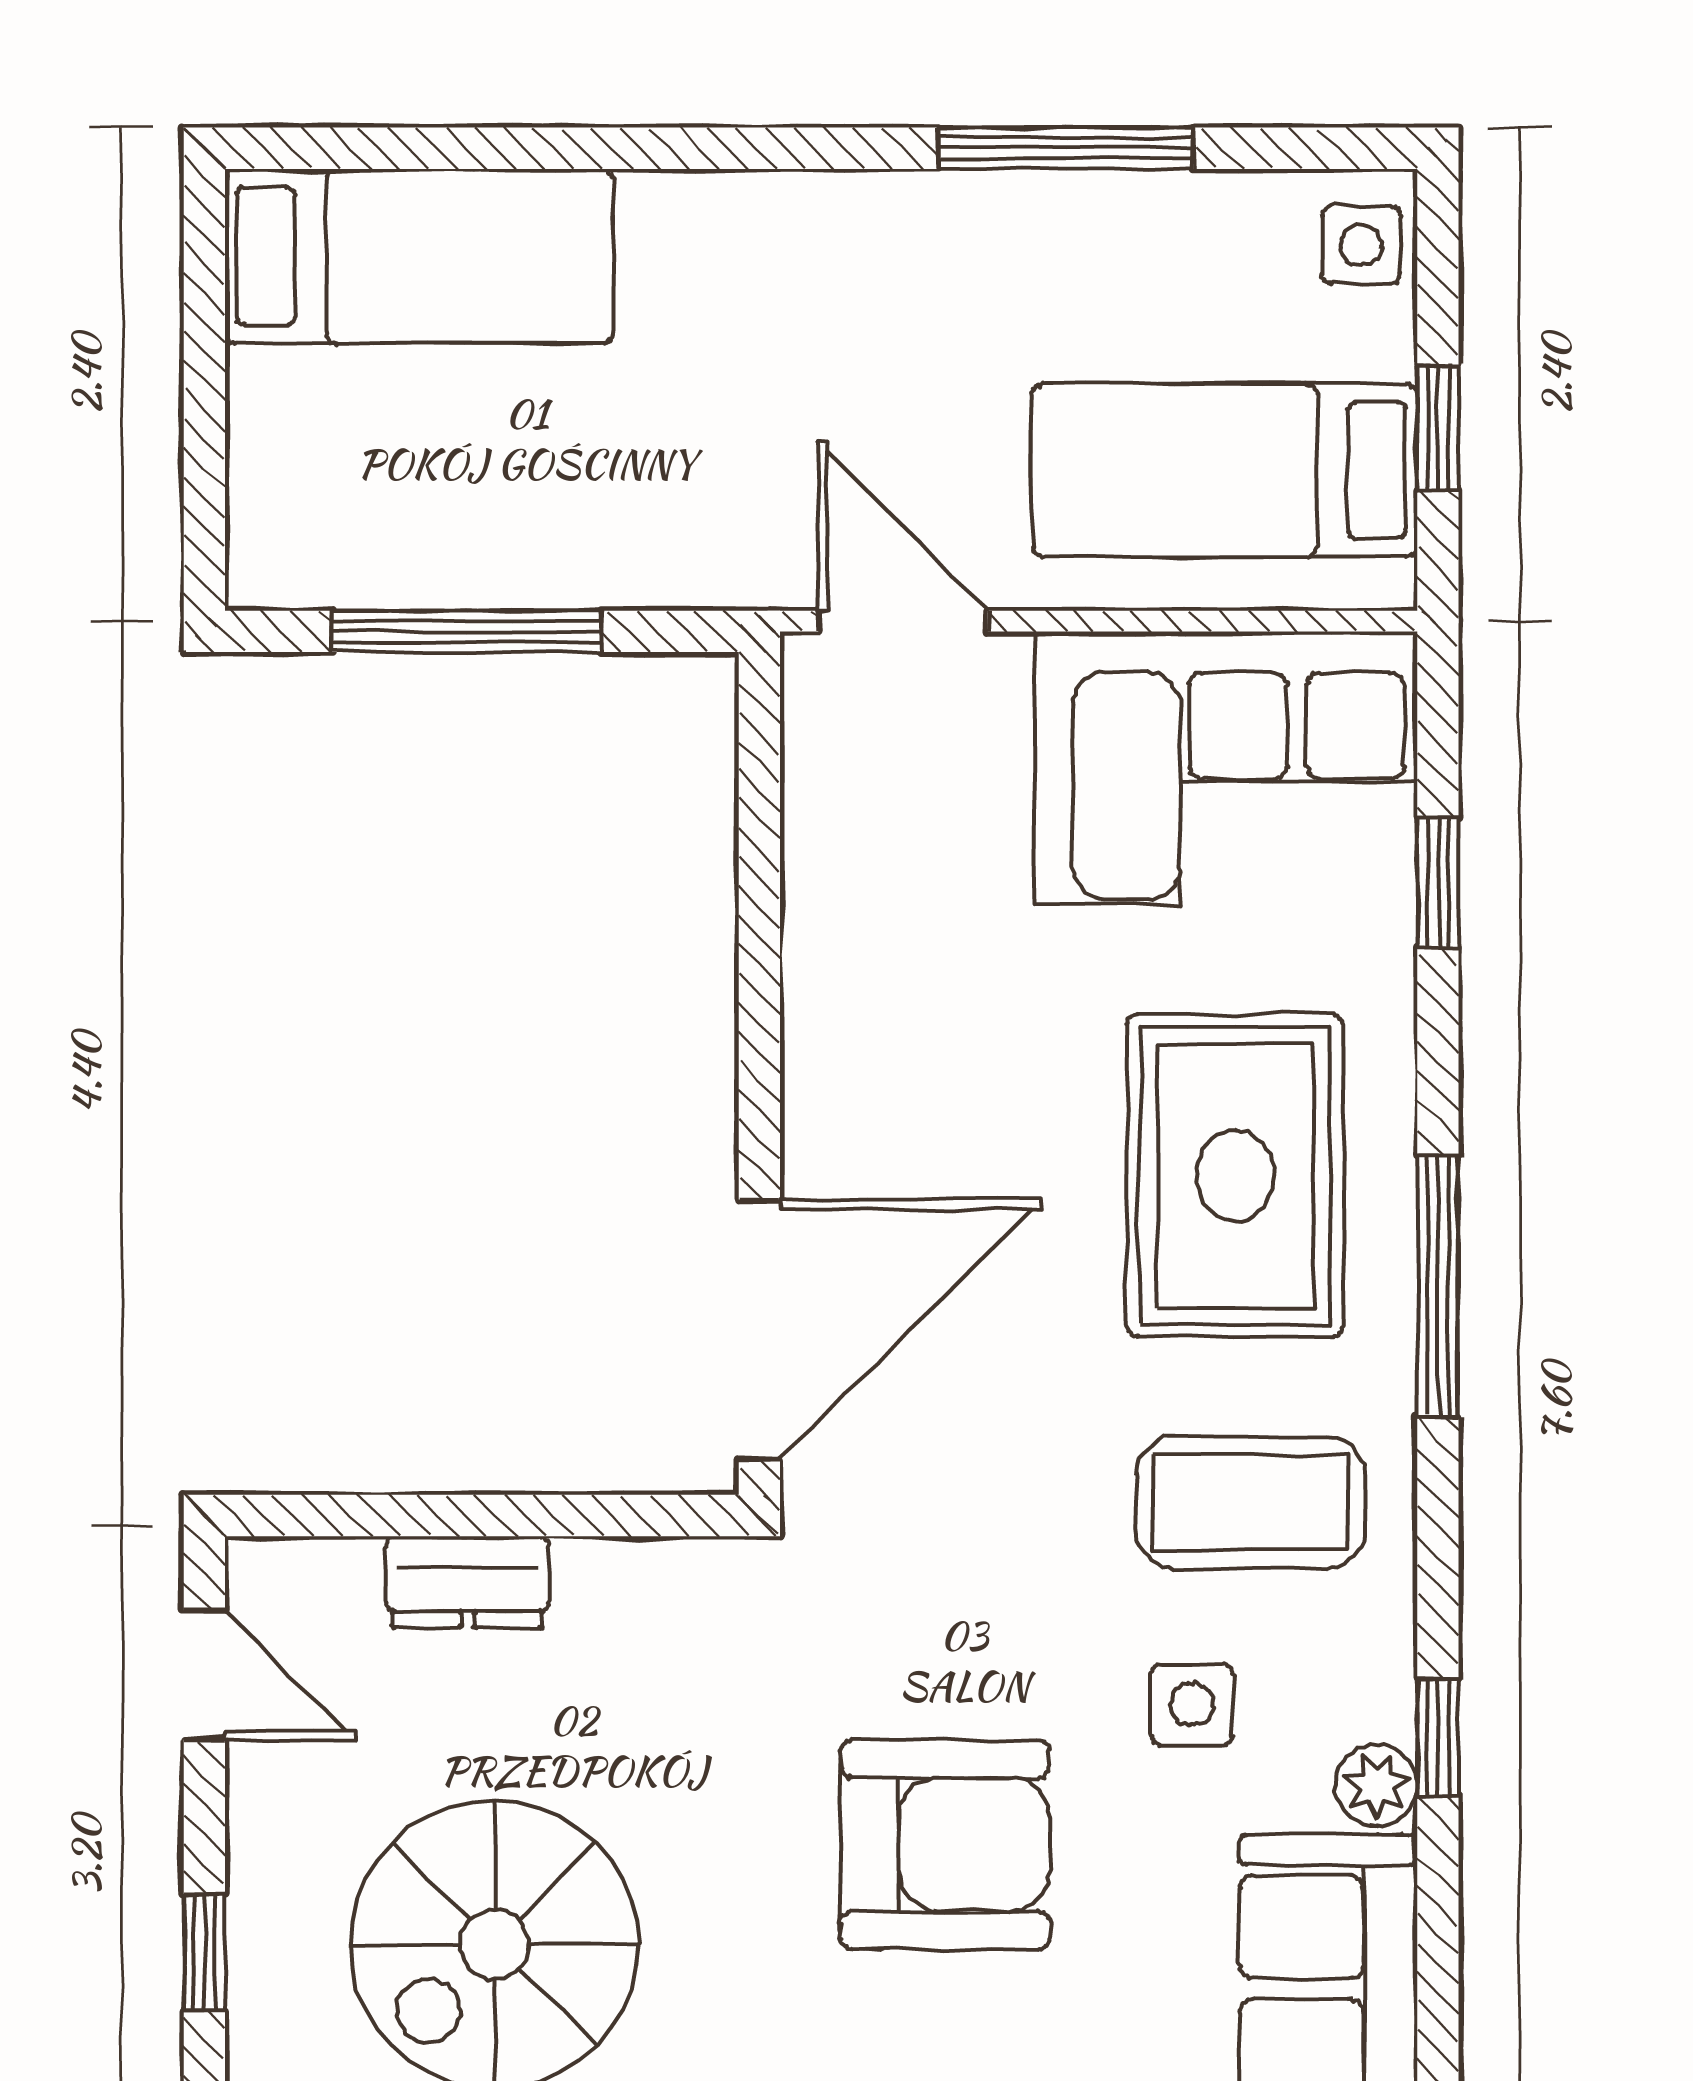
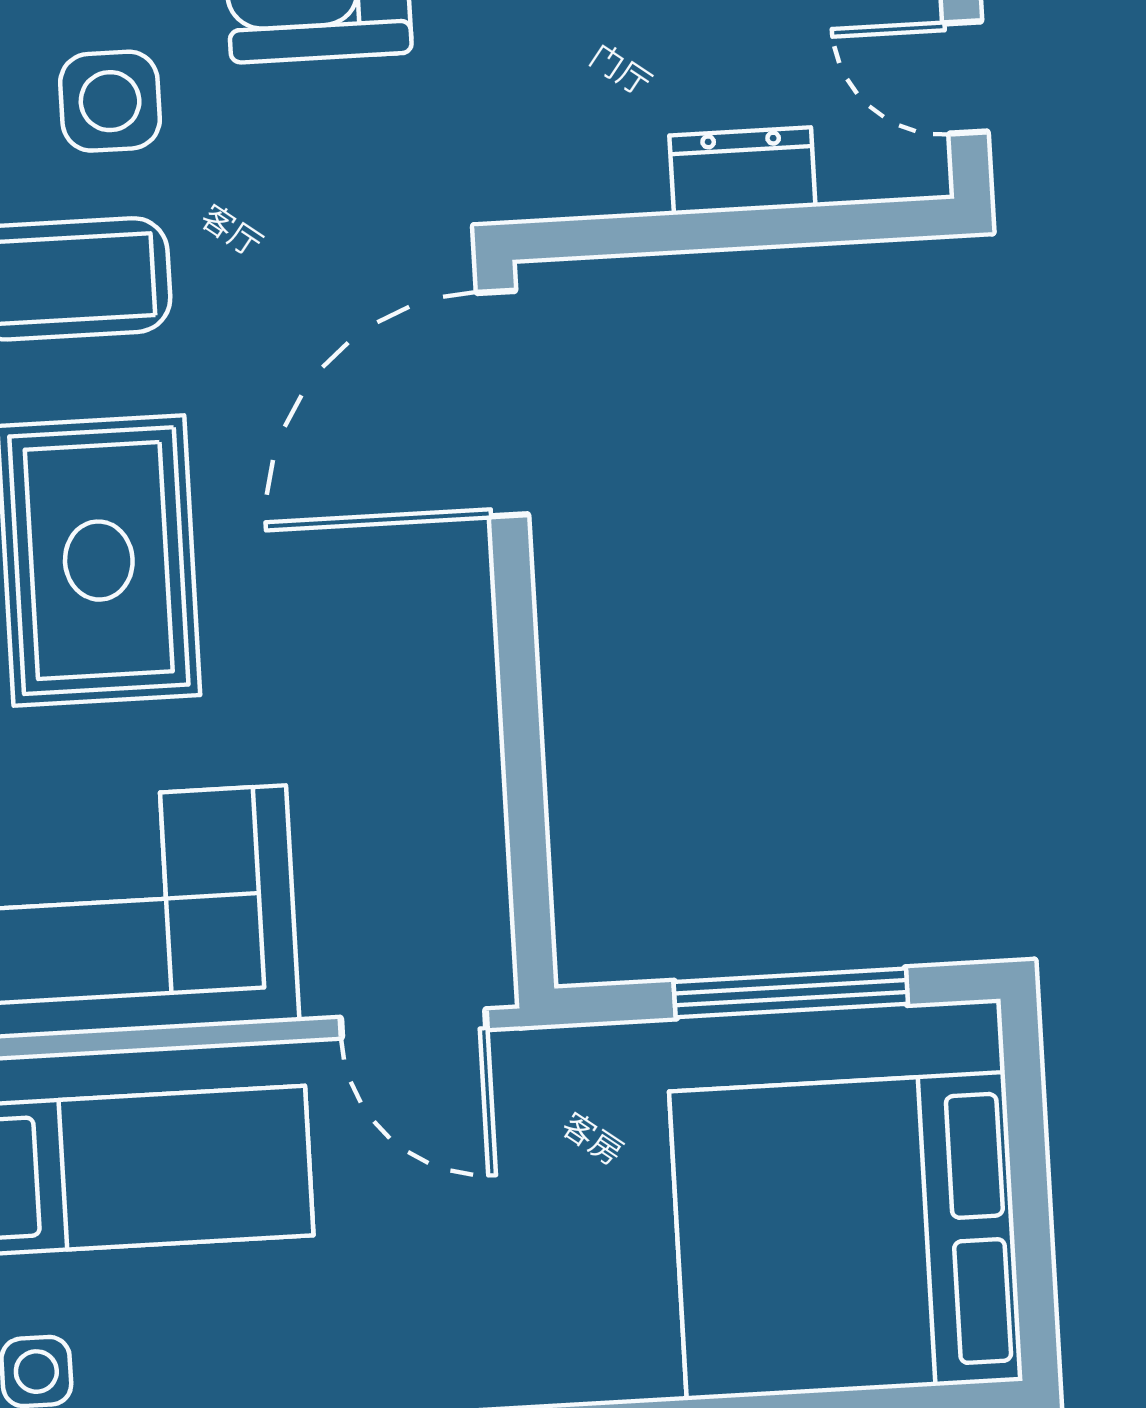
bed: (419, 256) -> (846, 1236), width x2.04
side table: (1192, 1704) -> (110, 101), width x1.37, depth x1.37

